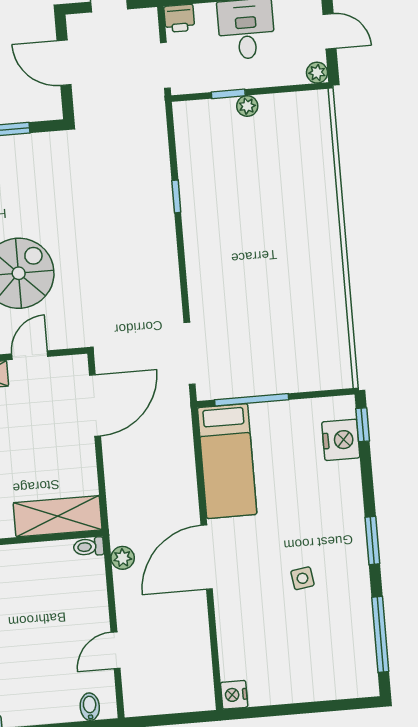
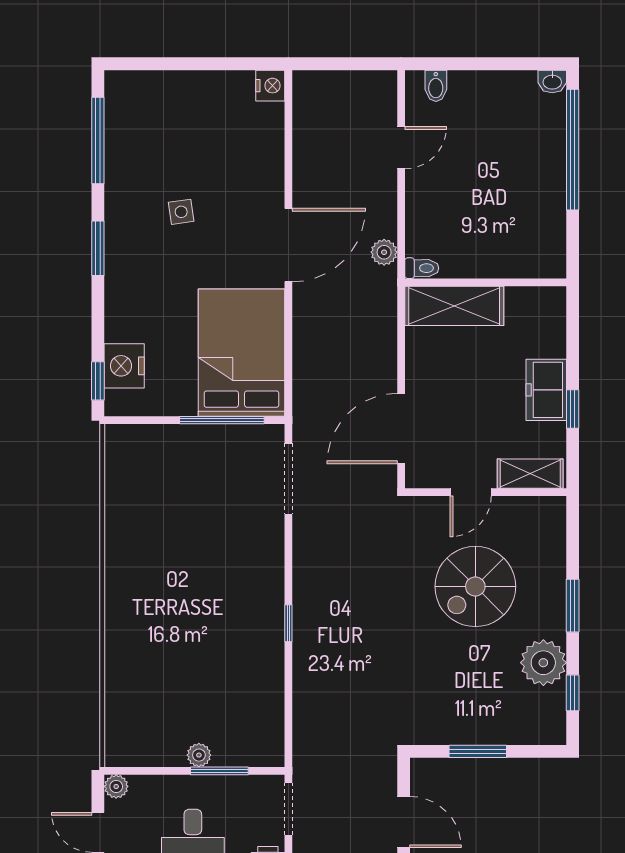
window: (228, 94) -> (219, 771), width x1.50
window: (176, 196) -> (288, 623), moved
bed: (227, 461) -> (241, 353), width x1.50

